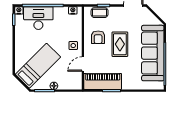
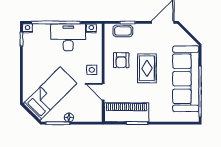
desk: (38, 18) -> (68, 37), moved
door: (83, 64) -> (103, 92), hinge flipped

